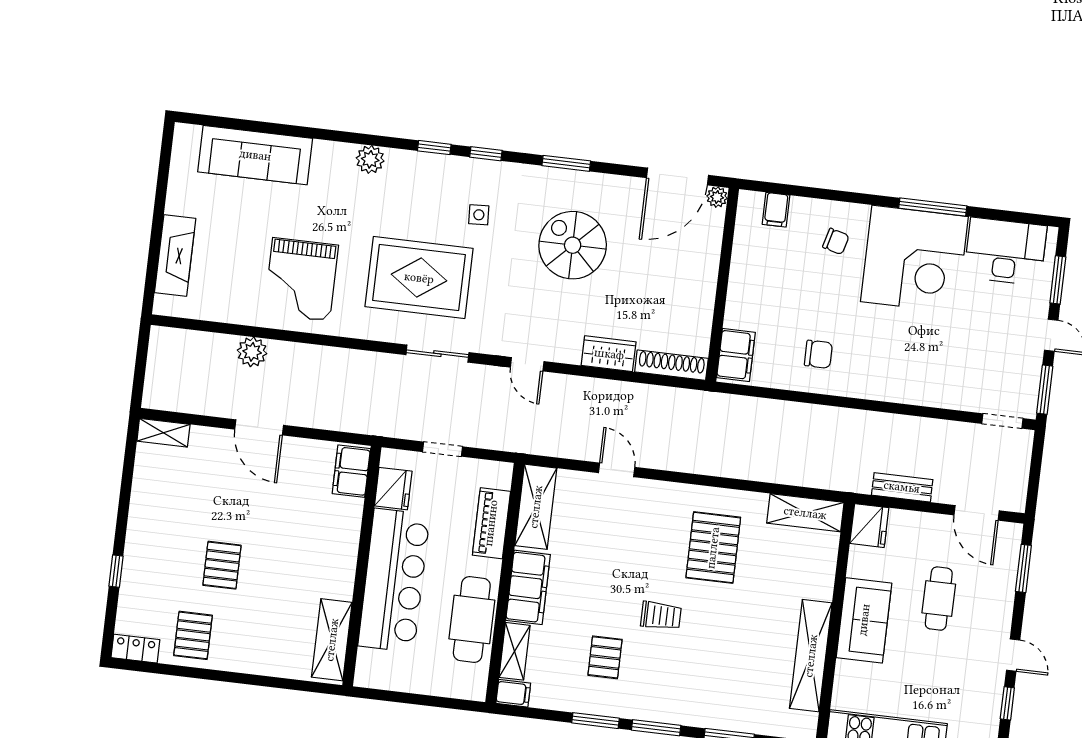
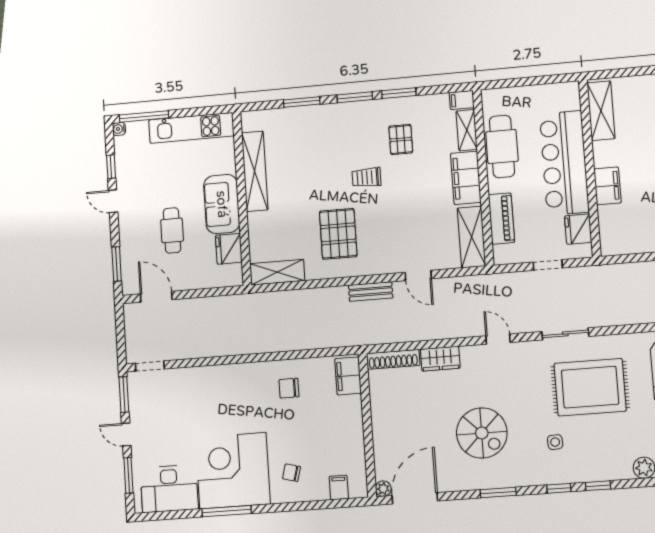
filing cabinet: (351, 471) -> (607, 186), moved
bench: (902, 487) -> (371, 292), moved
fridge: (869, 526) -> (229, 249), moved

